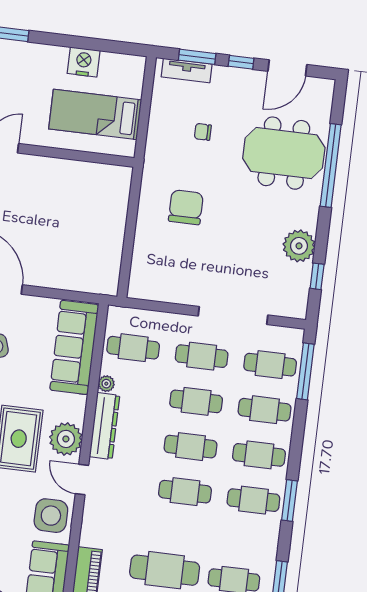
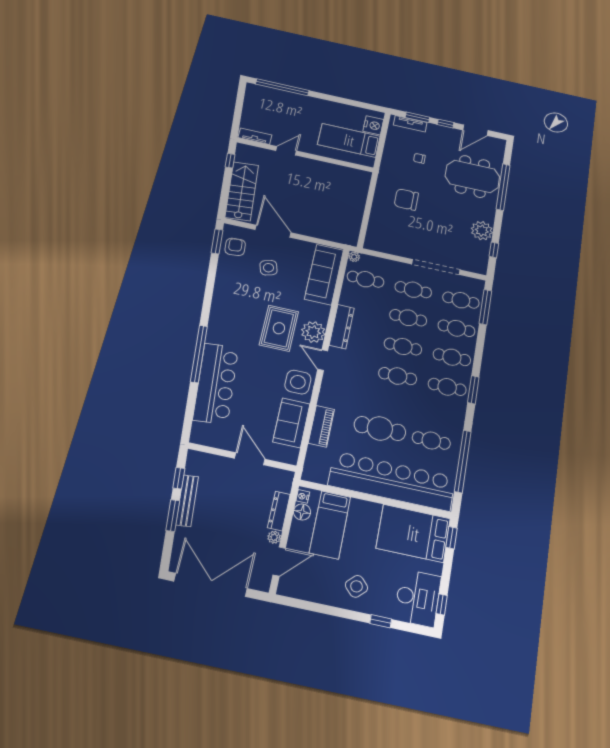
nightstand: (84, 62) -> (373, 125), moved, turned 90
chair: (186, 207) -> (406, 199), turned -90
plant: (106, 384) -> (354, 257), moved

